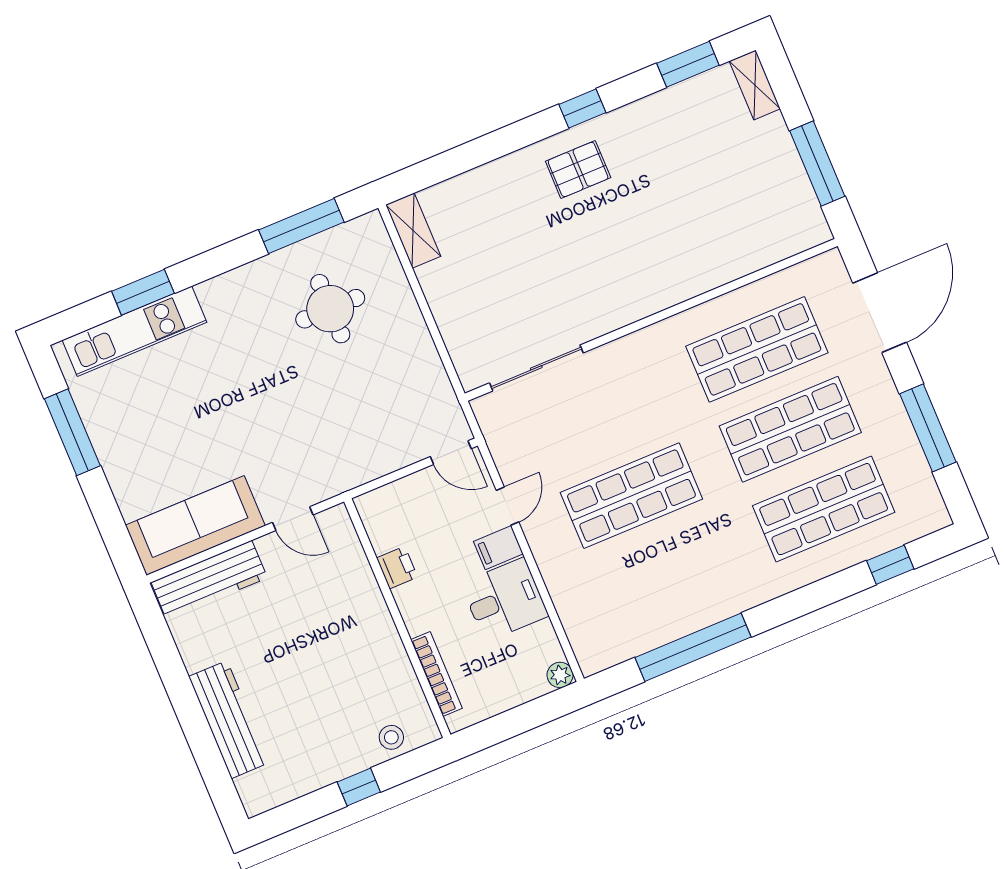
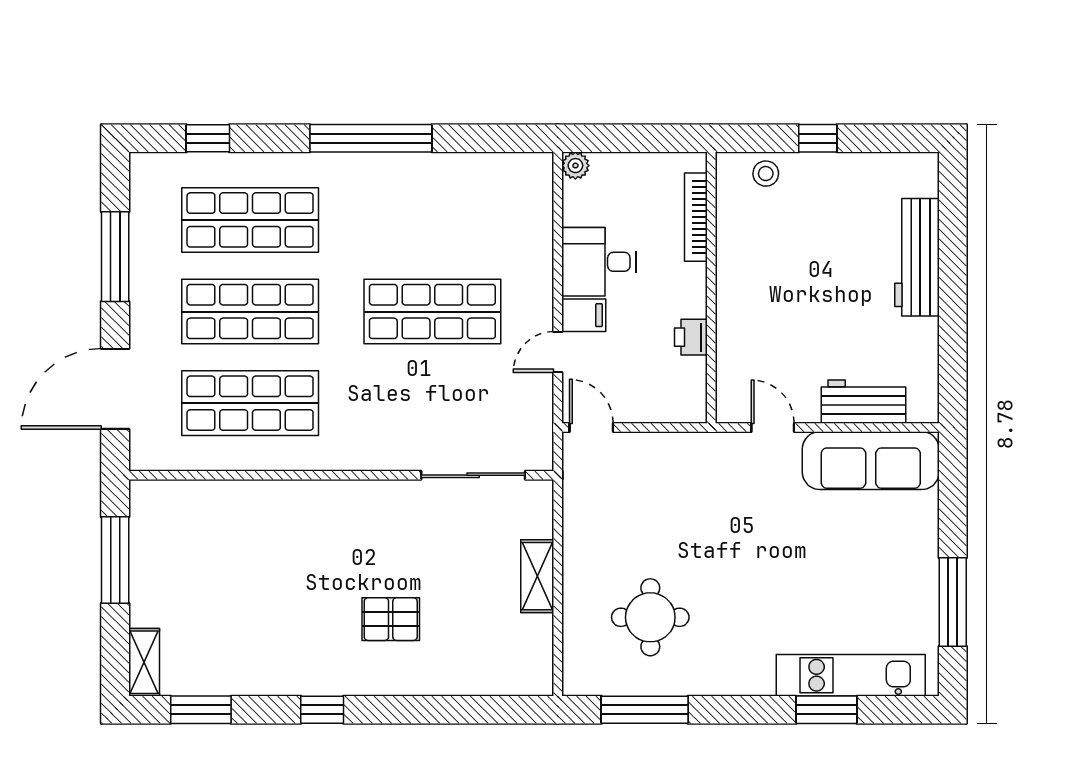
pallet: (578, 169) -> (391, 619), moved
shelving: (413, 231) -> (537, 576), moved
workbench: (209, 580) -> (864, 402), width x0.73
window: (693, 647) -> (371, 138), moved

